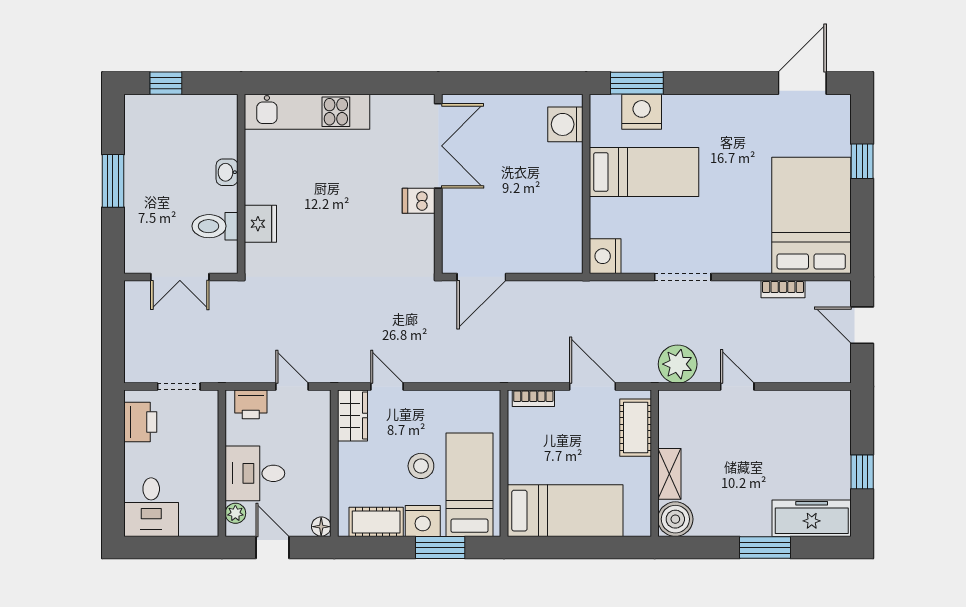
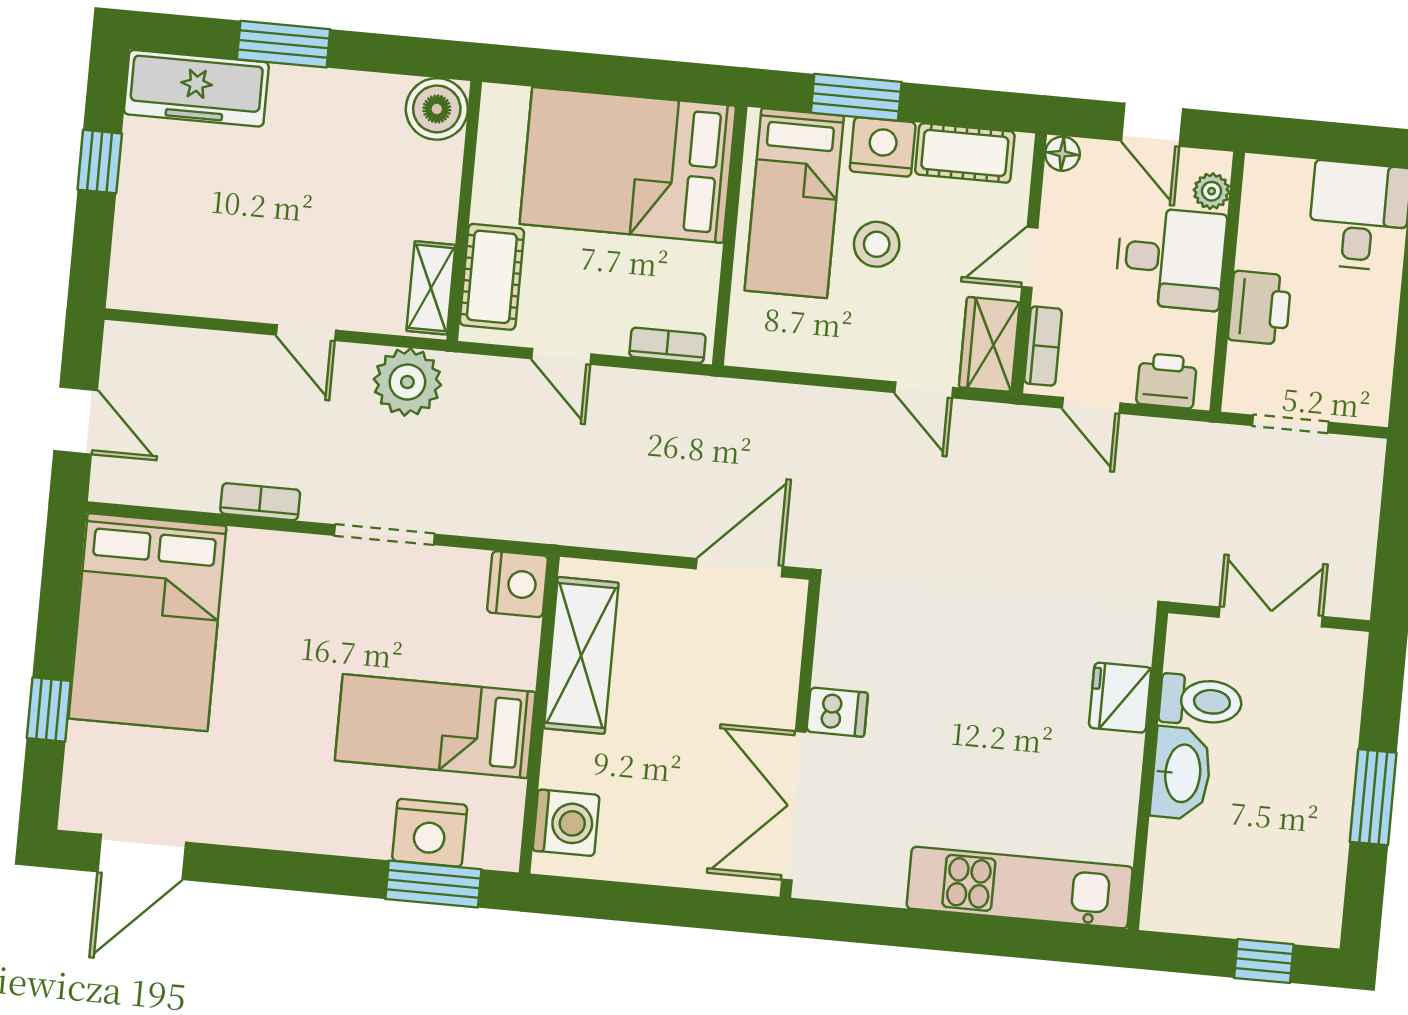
washbasin: (227, 172) -> (1181, 773), width x1.91, depth x1.45
shelving: (566, 219) -> (581, 655), added
bookcase: (783, 289) -> (260, 502), moved
door: (592, 387) -> (561, 356), width x0.73
bookcase: (322, 417) -> (1043, 346), added
printer: (140, 422) -> (1260, 308), moved, turned 180
door: (334, 467) -> (1030, 257), added
shelving: (669, 474) -> (431, 288), moved
bed: (565, 511) -> (628, 165), width x1.50

